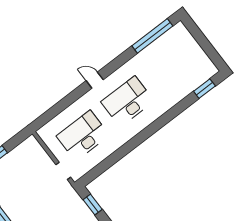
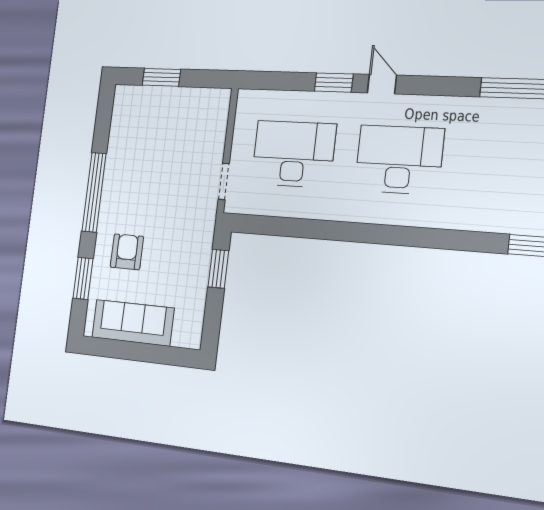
window: (74, 96) -> (334, 83), added

